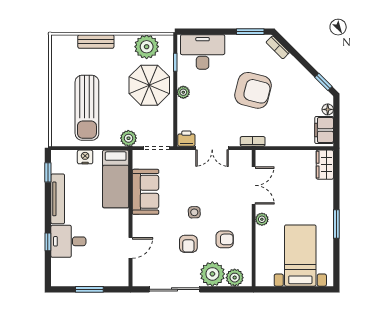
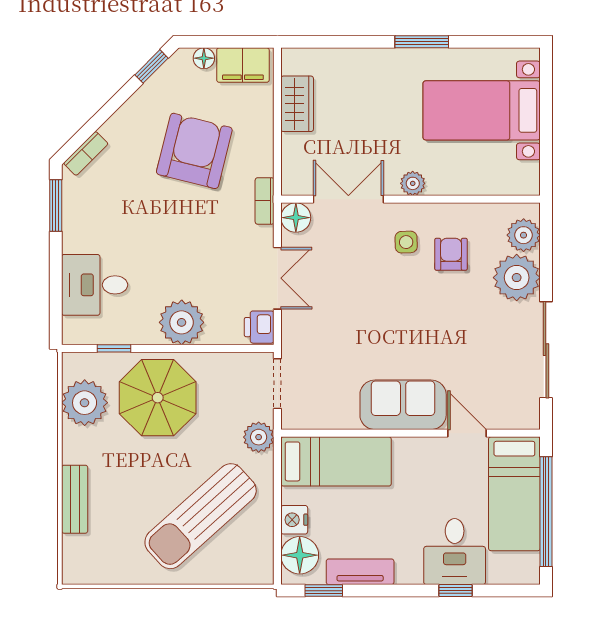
desk: (203, 52) -> (95, 285), width x0.73
armchair: (253, 90) -> (194, 151), moved
plant: (183, 92) -> (182, 322), width x1.87, depth x1.87
sun lounger: (87, 108) -> (201, 516), turned 138
floor lamp: (244, 158) -> (296, 218), added
floor lamp: (66, 160) -> (300, 555), added
wardrobe: (325, 165) -> (297, 104), moved, turned -90
sofa: (146, 192) -> (403, 405), moved
tv unit: (58, 199) -> (360, 572), width x0.71
side table: (194, 212) -> (406, 242), moved
armchair: (188, 244) -> (459, 323), removed
bed: (99, 273) -> (514, 494), added
window: (89, 289) -> (546, 512), width x2.11

